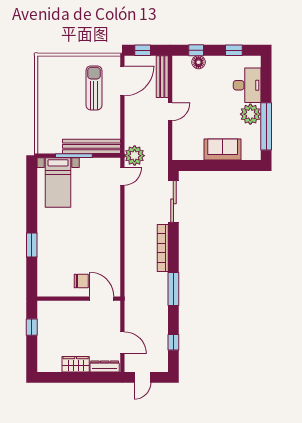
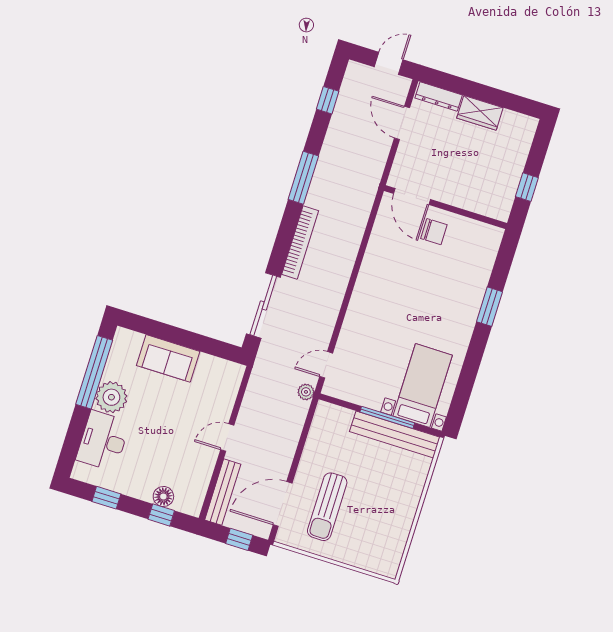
bench: (92, 146) -> (395, 434), moved
plant: (135, 156) -> (306, 392), width x0.53, depth x0.53
chair: (81, 281) -> (434, 232), turned 180

